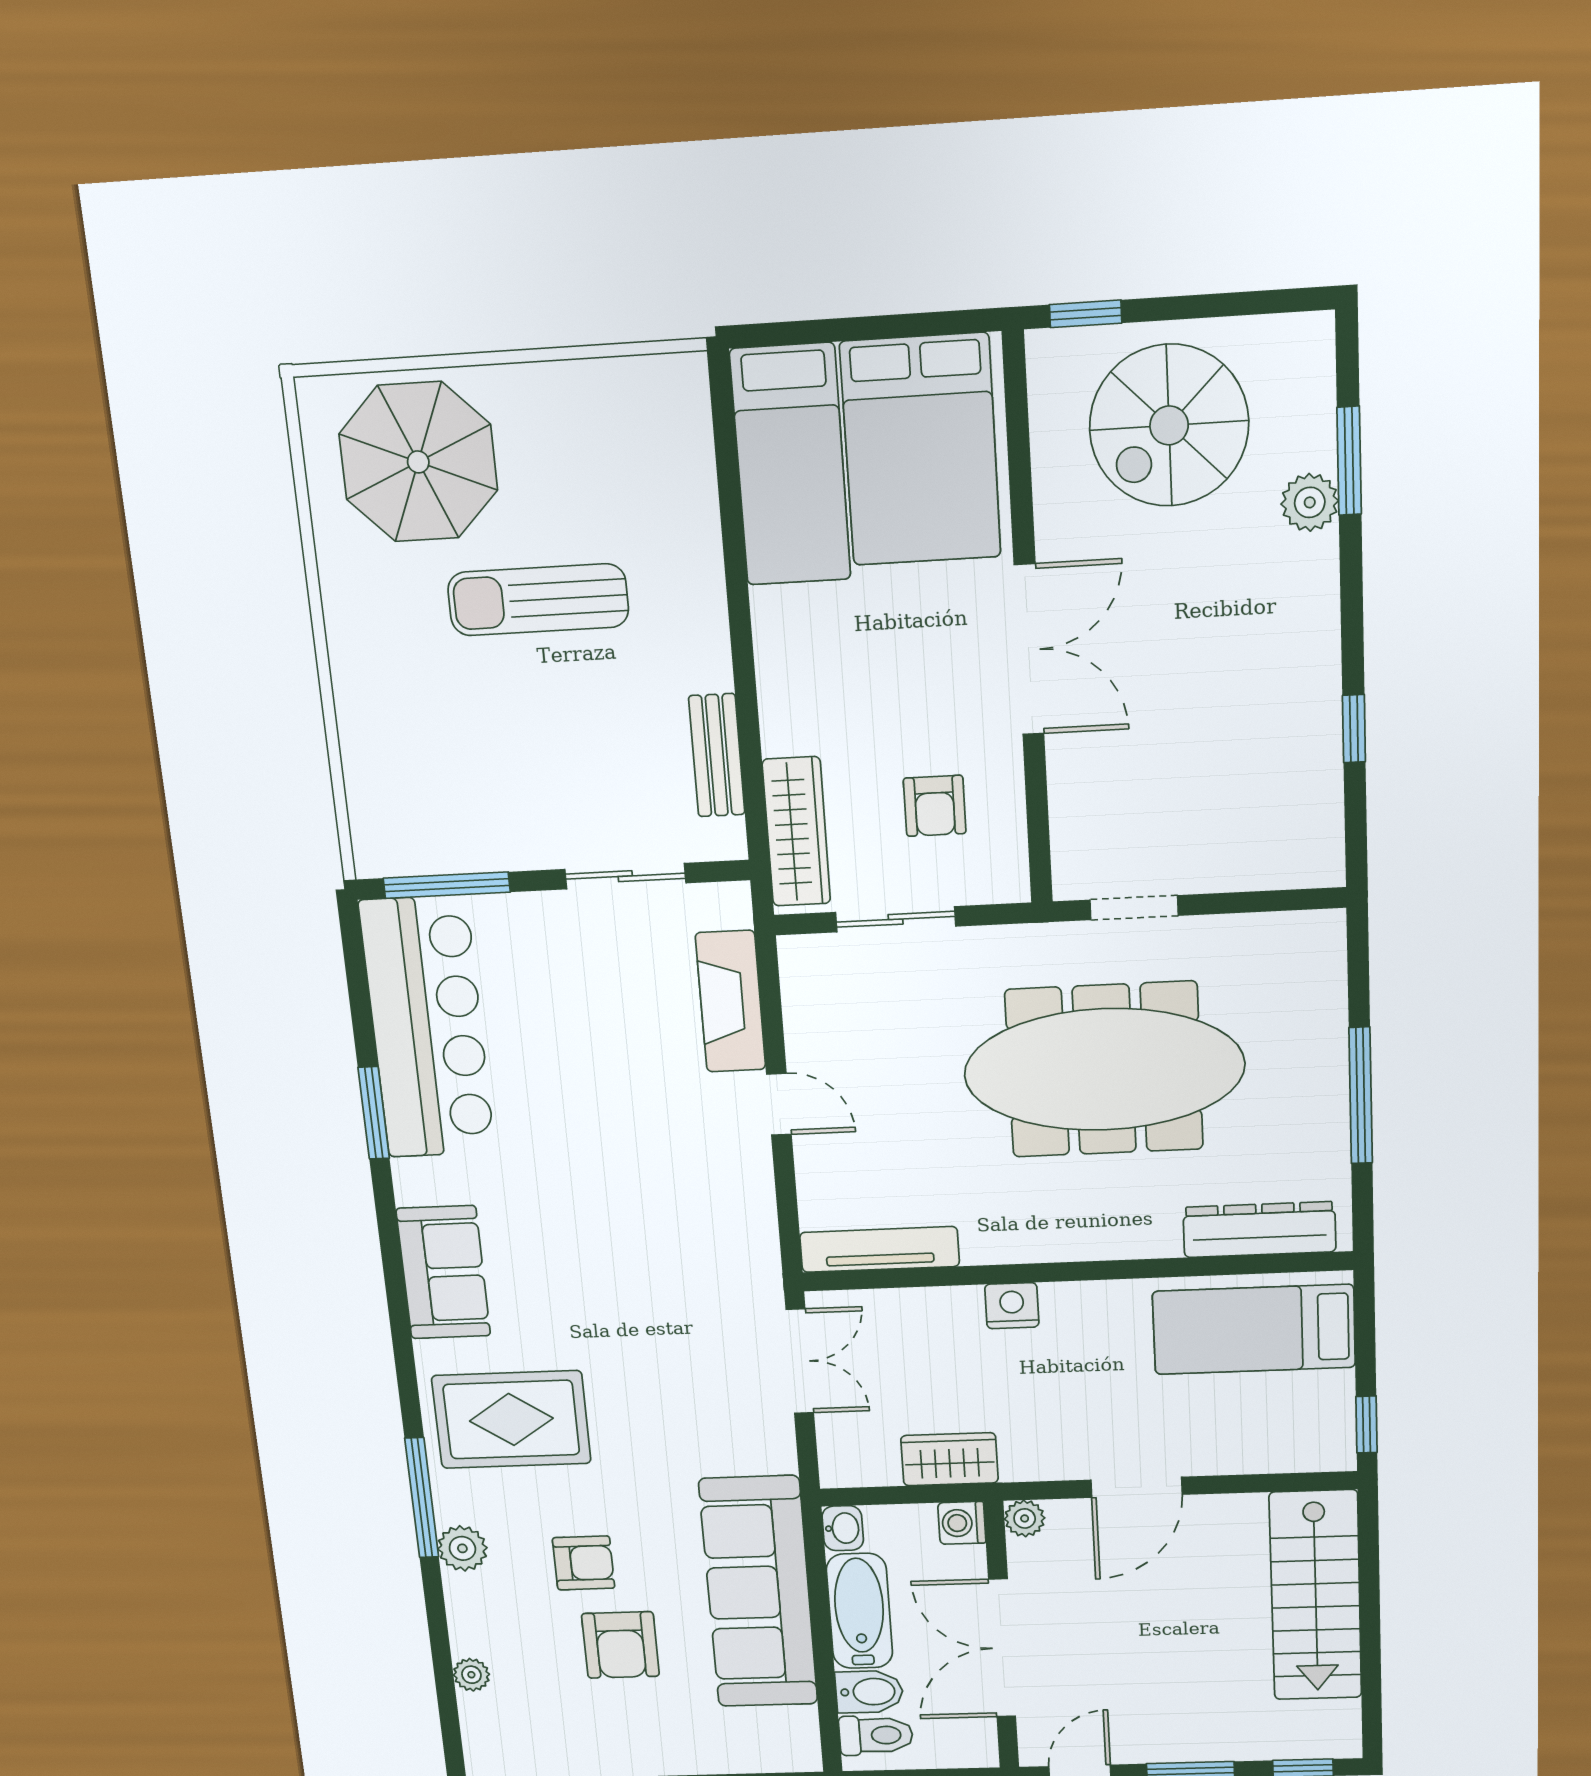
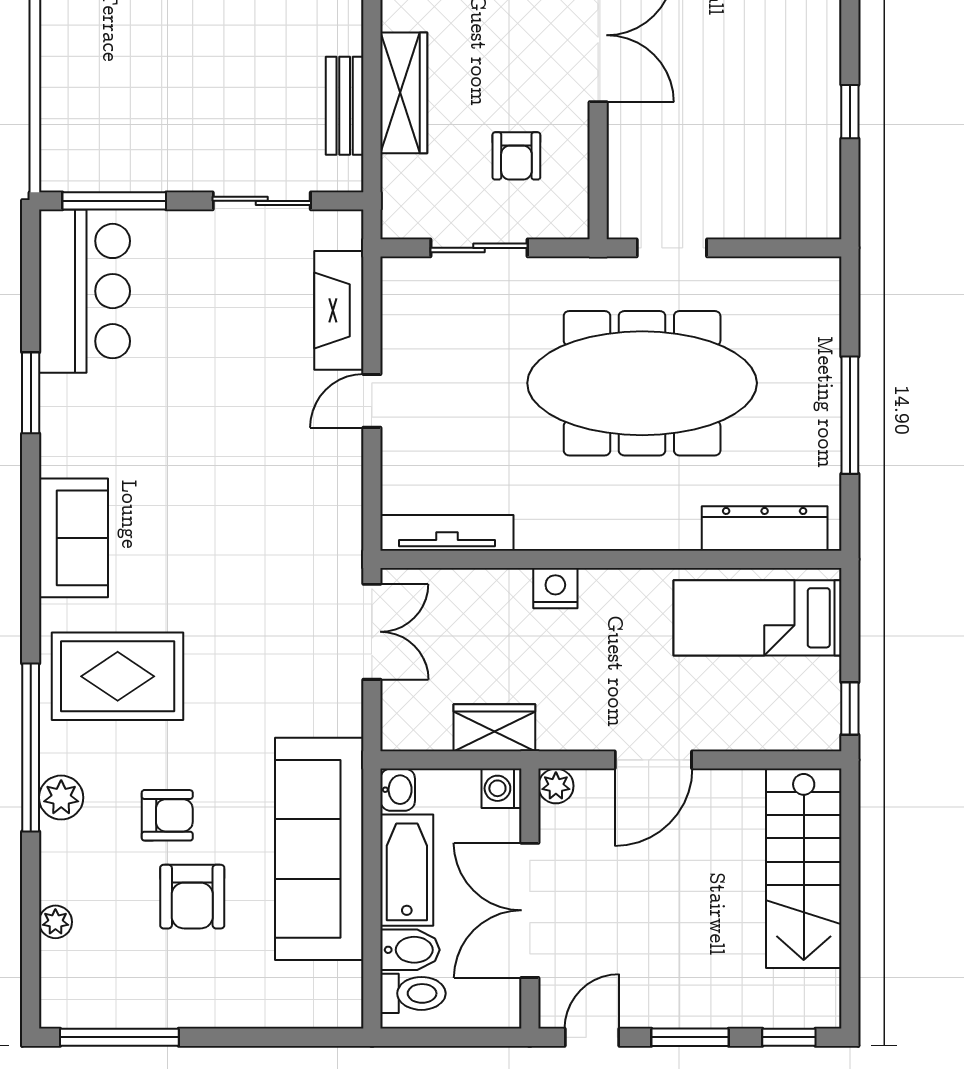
wardrobe: (796, 832) -> (404, 93), moved
bar counter: (427, 1028) -> (84, 291), width x0.73
door: (779, 1104) -> (372, 401), swing flipped
window: (422, 1498) -> (31, 748), width x1.46

